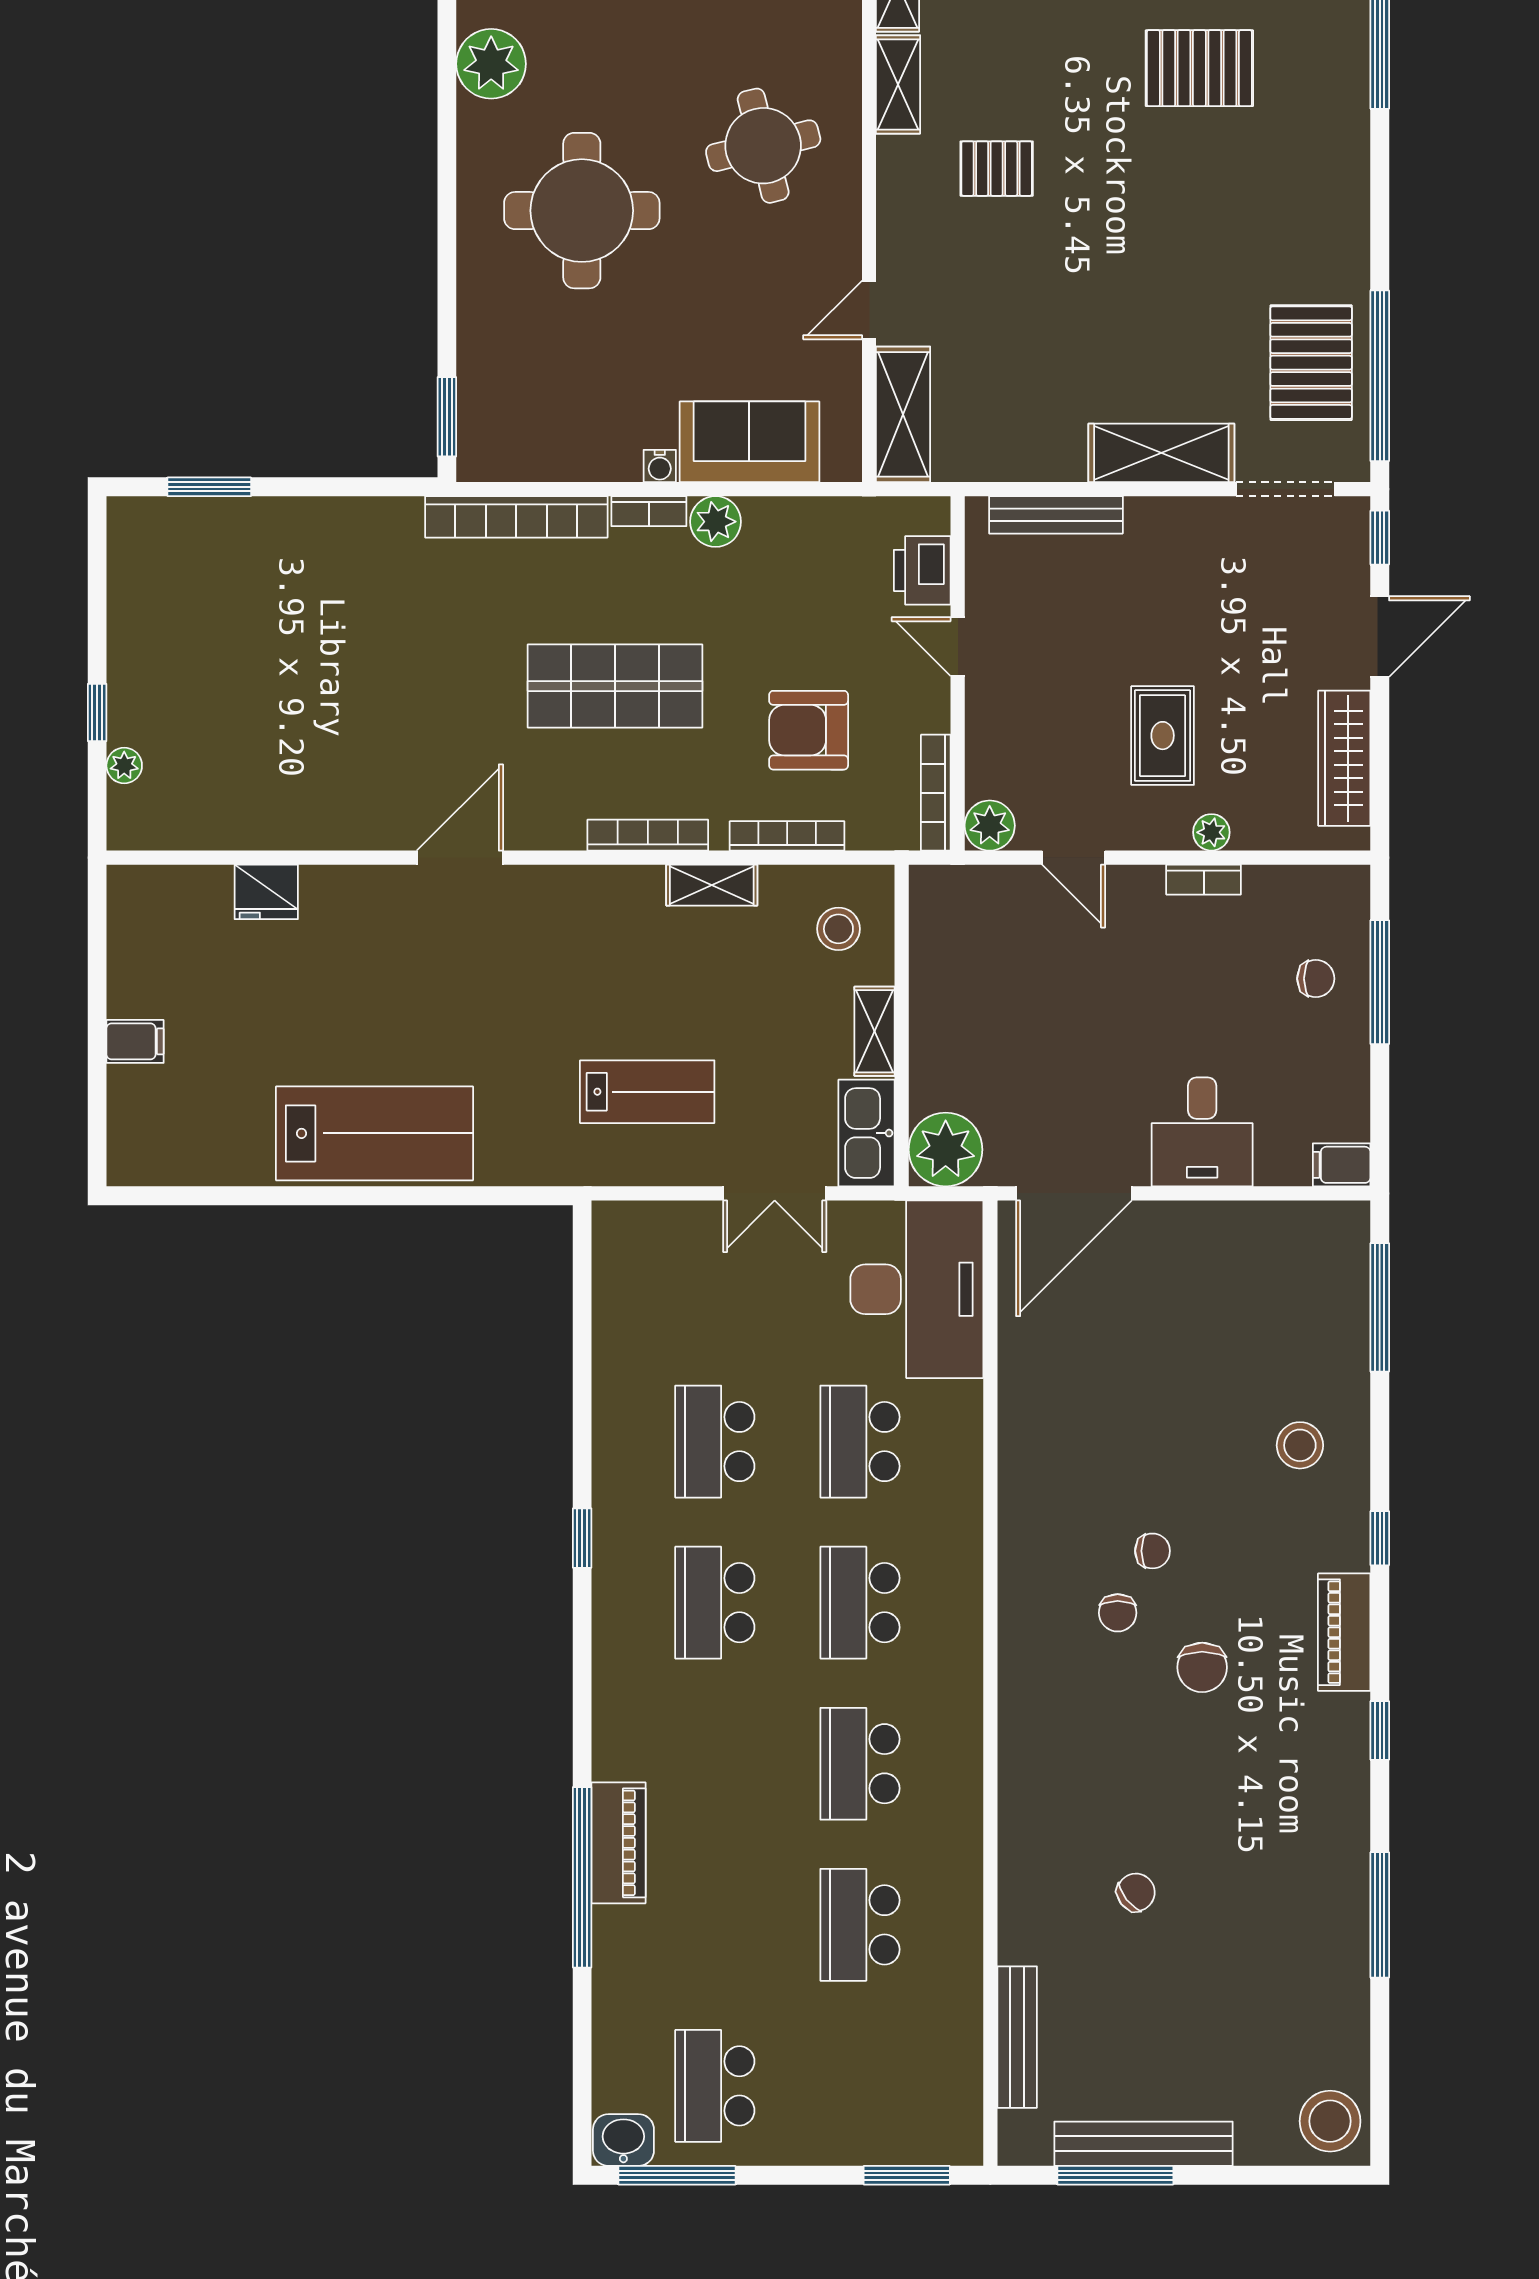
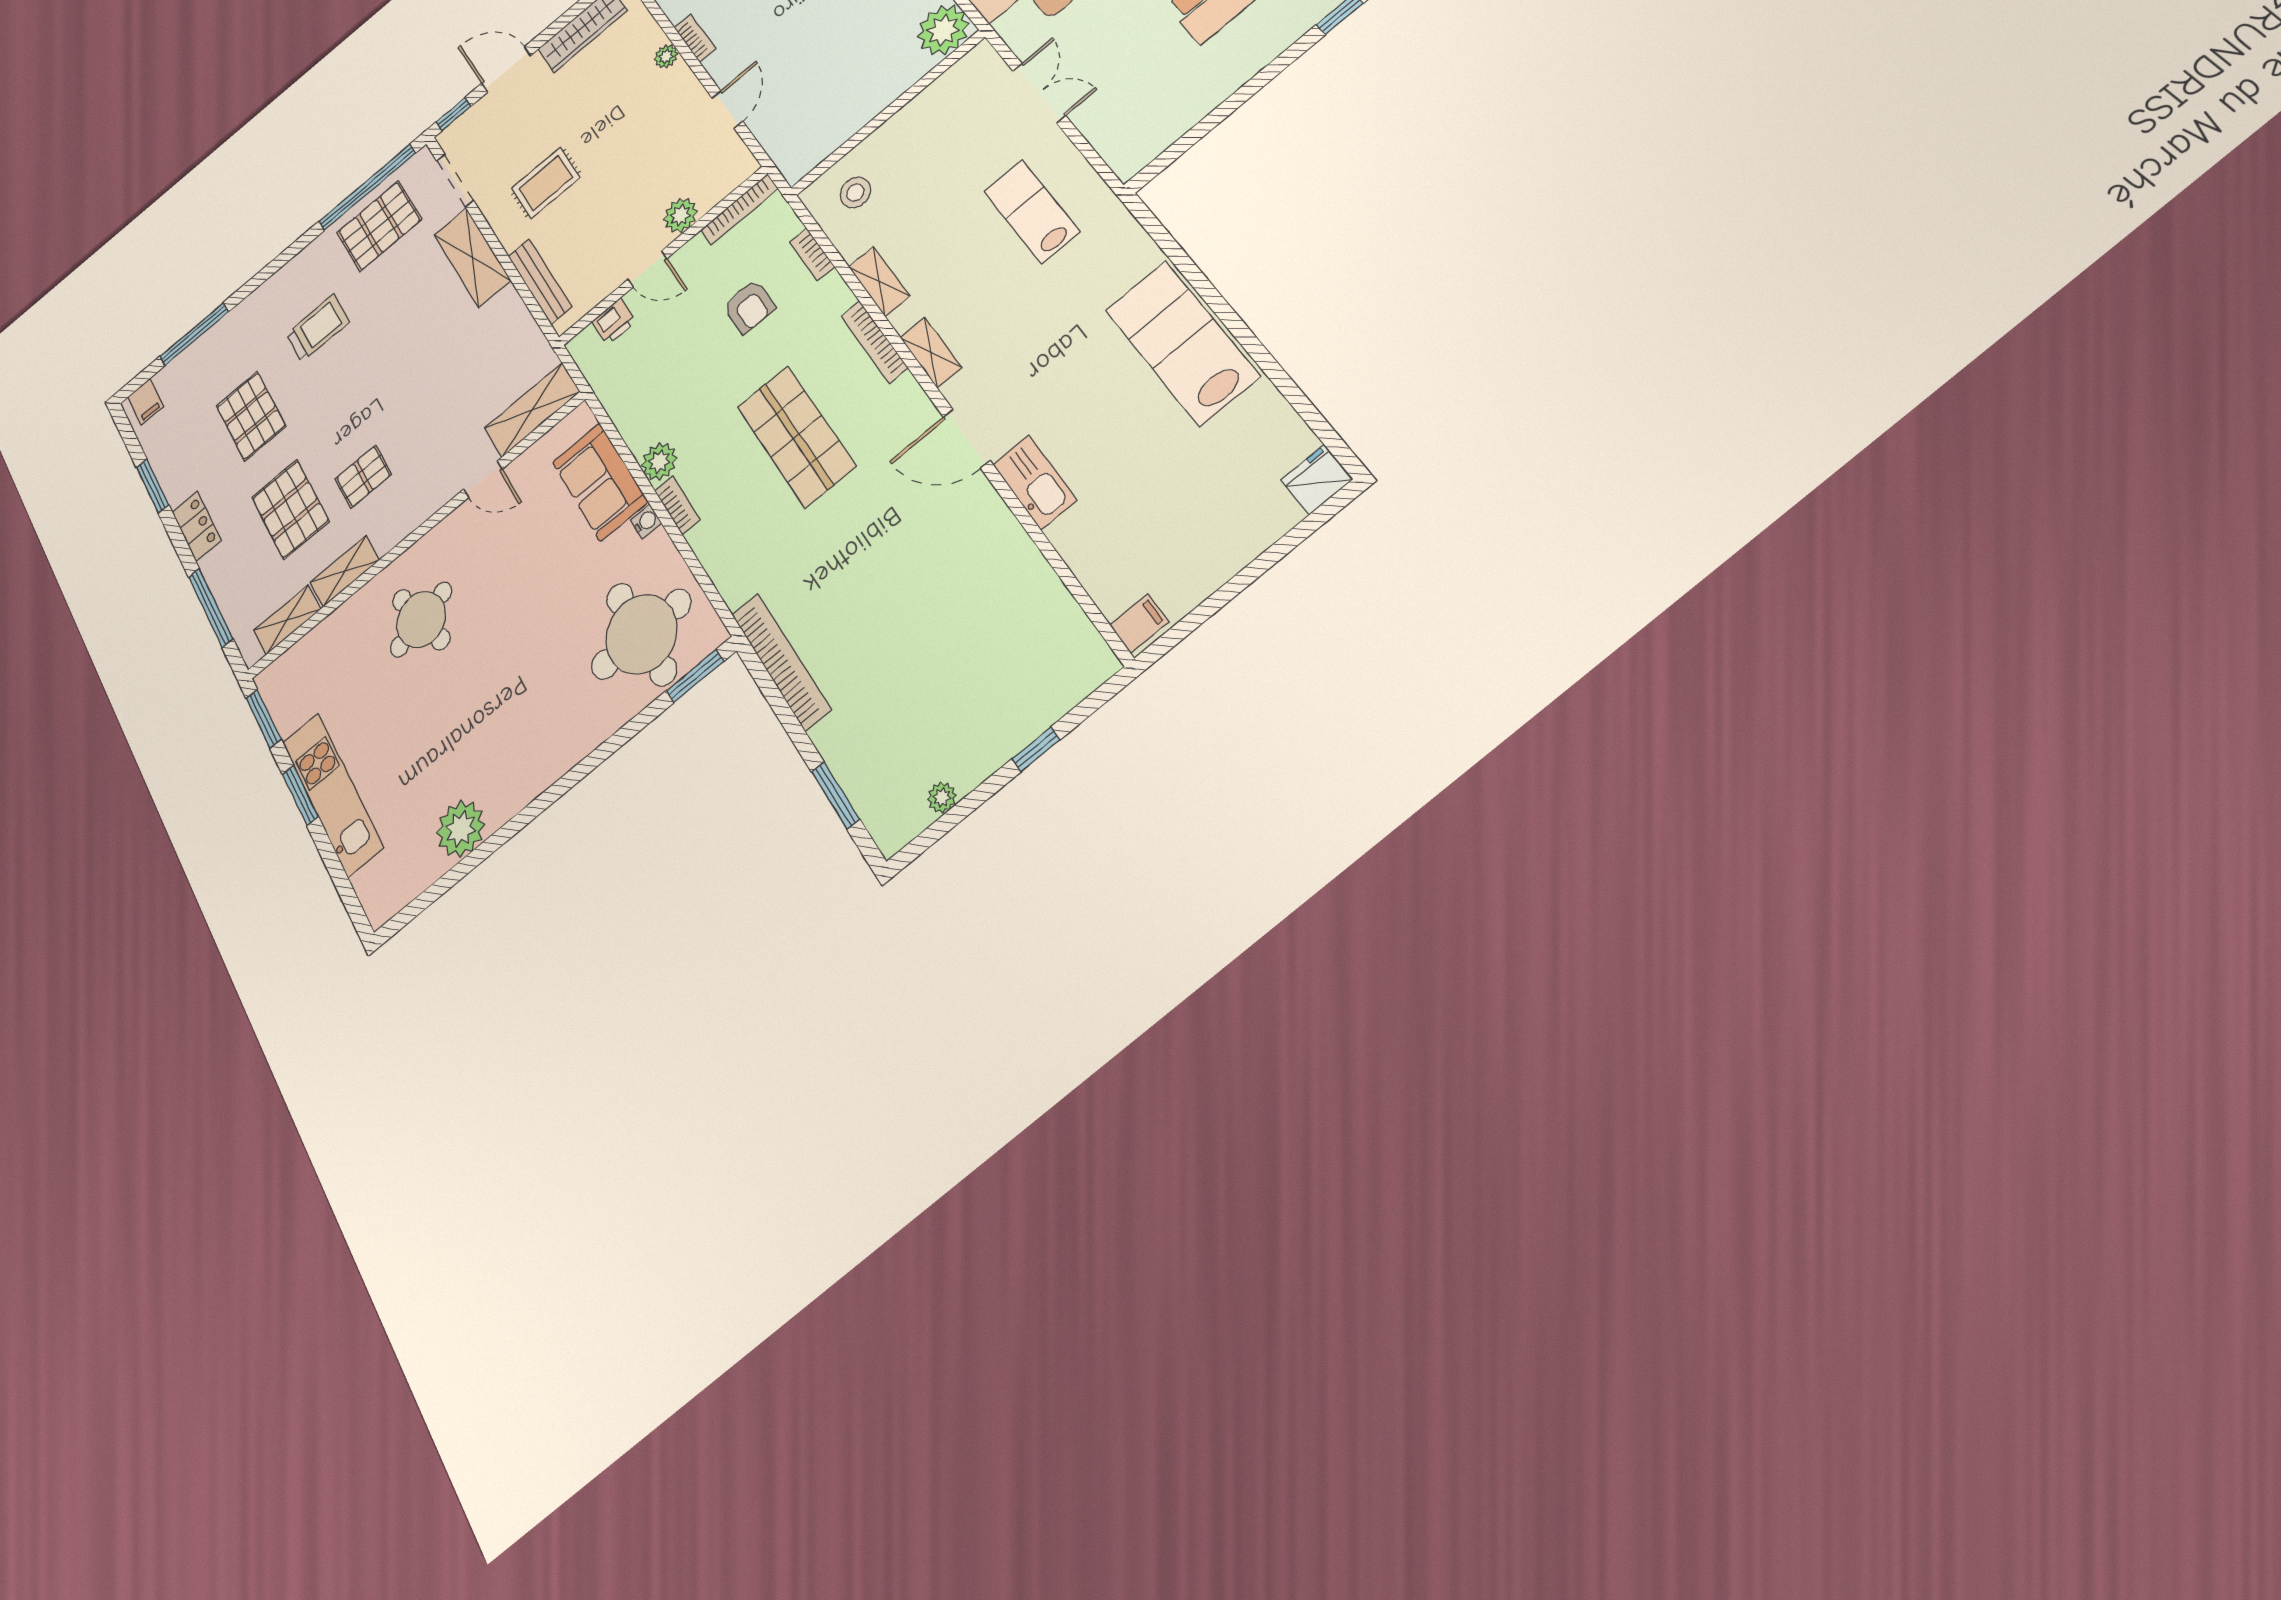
pallet: (1033, 57) -> (290, 509), added
pallet: (997, 169) -> (363, 477), turned 90
round table: (582, 211) -> (641, 634), moved
trolley: (1242, 213) -> (318, 328), added
bookcase: (516, 517) -> (781, 662), moved
printer: (922, 570) -> (614, 321), width x0.73, depth x0.81
door: (958, 647) -> (647, 269), hinge flipped
armchair: (809, 730) -> (749, 307), width x0.72, depth x0.72
rug: (1163, 736) -> (546, 183), moved
plant: (124, 766) -> (942, 797), moved
plant: (990, 826) -> (681, 215), moved
bookcase: (787, 836) -> (812, 255), width x0.64
fridge: (266, 892) -> (1316, 480), moved, turned -90
shelving: (875, 1031) -> (931, 352), moved, turned 90
filing cabinet: (135, 1041) -> (1139, 623), moved, turned 90
kitchen sink: (866, 1133) -> (1035, 482), moved, turned -90

